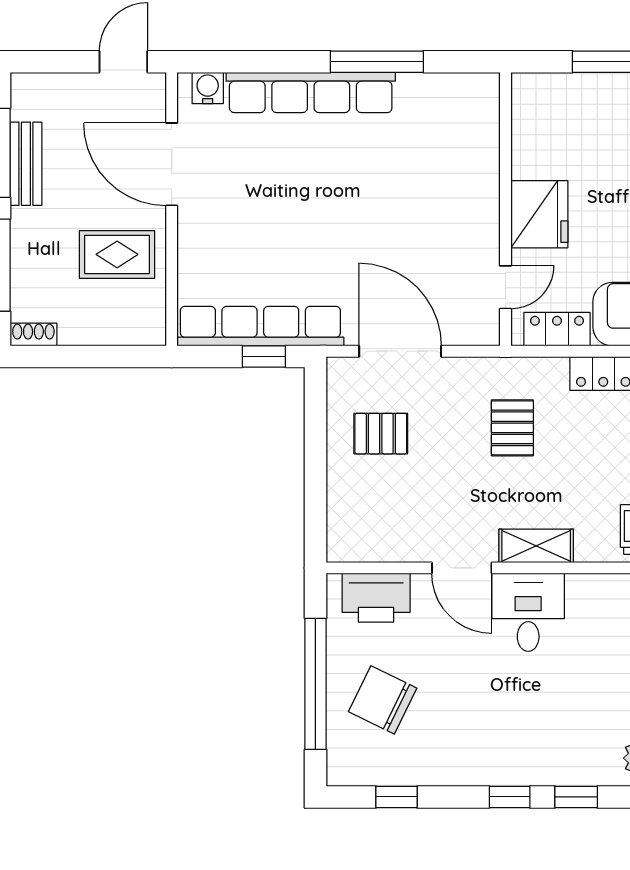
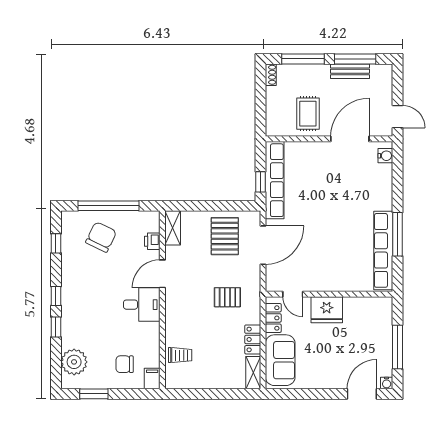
row of seats: (311, 92) -> (383, 250), moved
pallet: (381, 434) -> (225, 236), width x1.50, depth x1.42
shelving: (536, 546) -> (173, 228), moved
printer: (376, 598) -> (152, 241), width x0.53, depth x0.68

